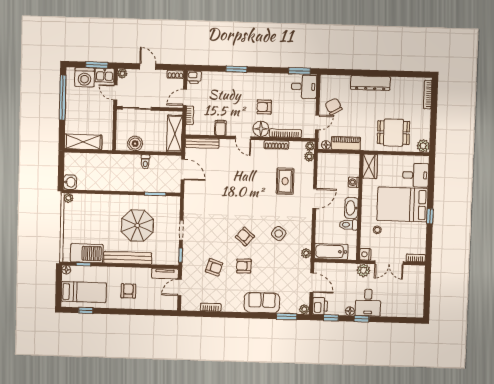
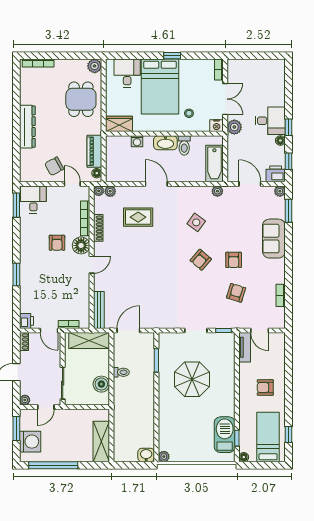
kitchen sink: (105, 75) -> (27, 420), removed
filing cabinet: (220, 128) -> (81, 290), removed
bench: (128, 258) -> (228, 389), removed
door: (312, 283) -> (250, 184), hinge flipped

